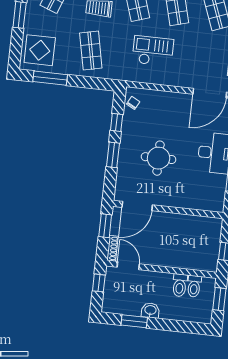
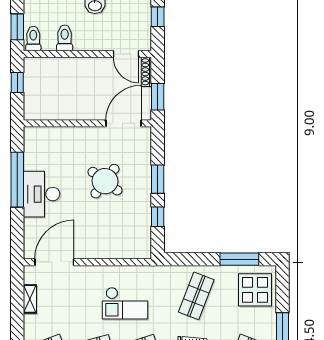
shop shelf: (91, 51) -> (196, 296), turned 33
chair: (133, 103) -> (141, 241), removed
round table: (159, 158) -> (105, 181), turned 37
window: (99, 283) -> (158, 17), moved
toilet: (194, 286) -> (33, 39), moved

